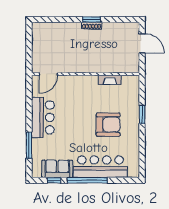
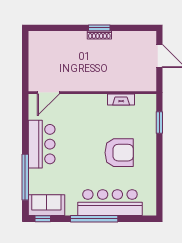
window: (142, 115) -> (159, 122), moved
window: (29, 145) -> (25, 177), width x1.46
sofa: (57, 169) -> (46, 205), moved
window: (54, 180) -> (43, 219), moved

